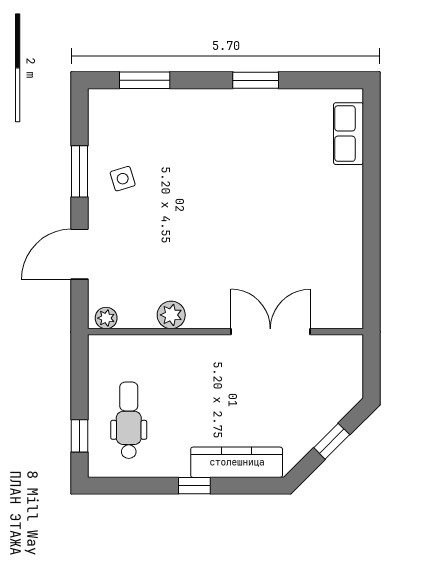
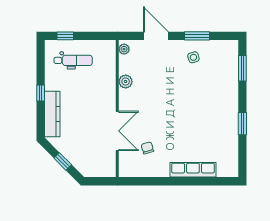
row of seats: (349, 134) -> (193, 170), moved, width x1.48
chair: (305, 271) -> (147, 148), added

